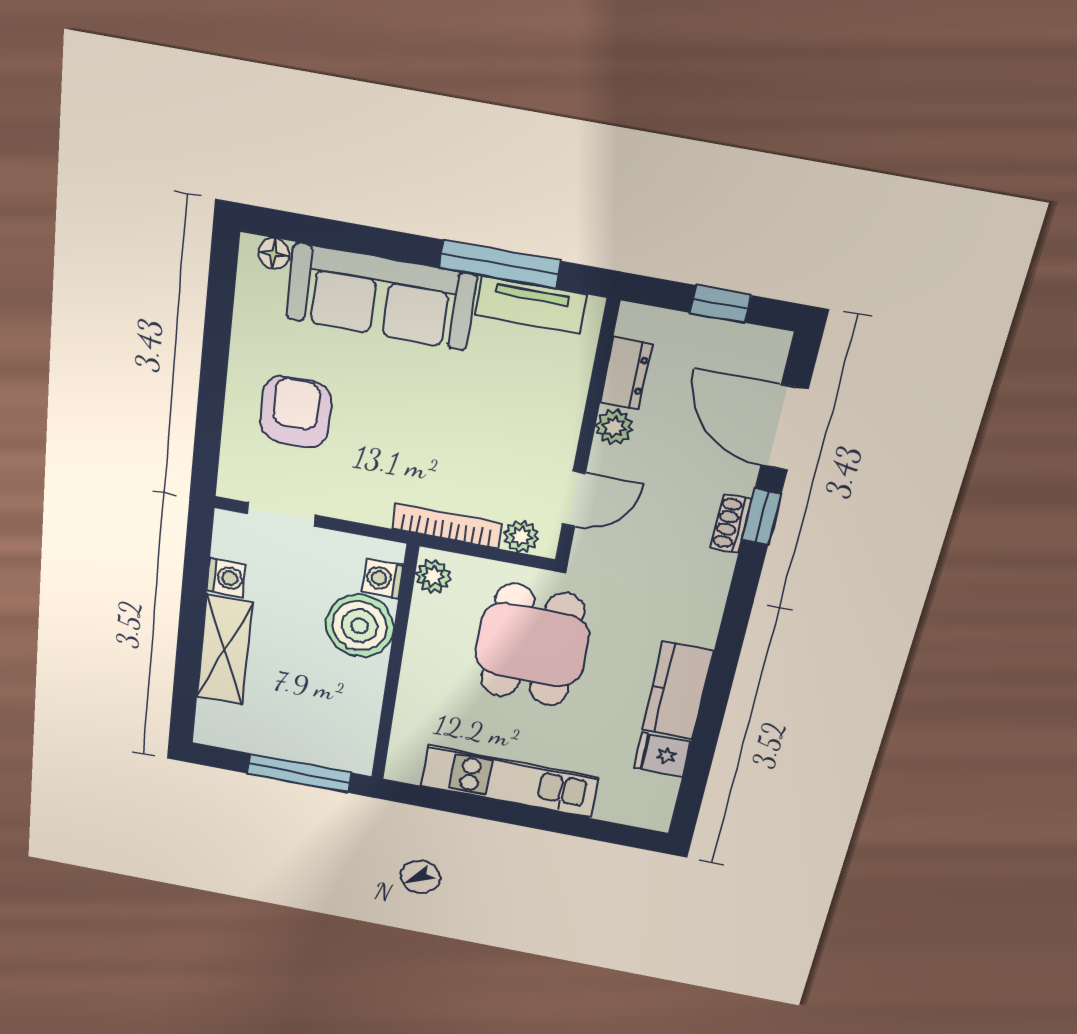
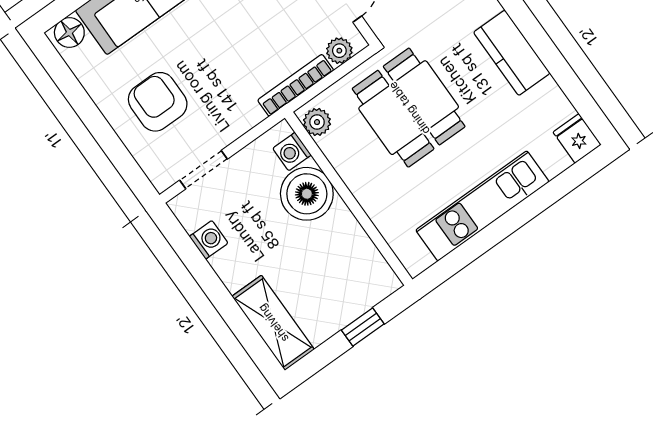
floor lamp: (274, 254) -> (69, 33), width x1.37, depth x1.37
shelving: (224, 650) -> (273, 323), moved
fridge: (662, 755) -> (577, 138), moved, turned 90
window: (299, 773) -> (363, 327), width x0.46

